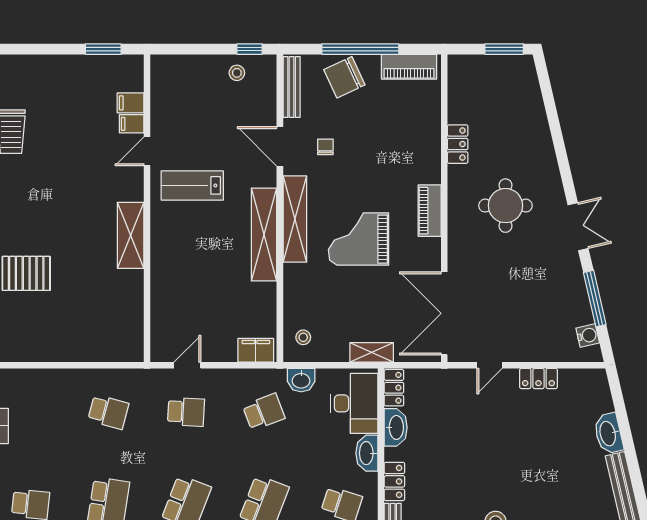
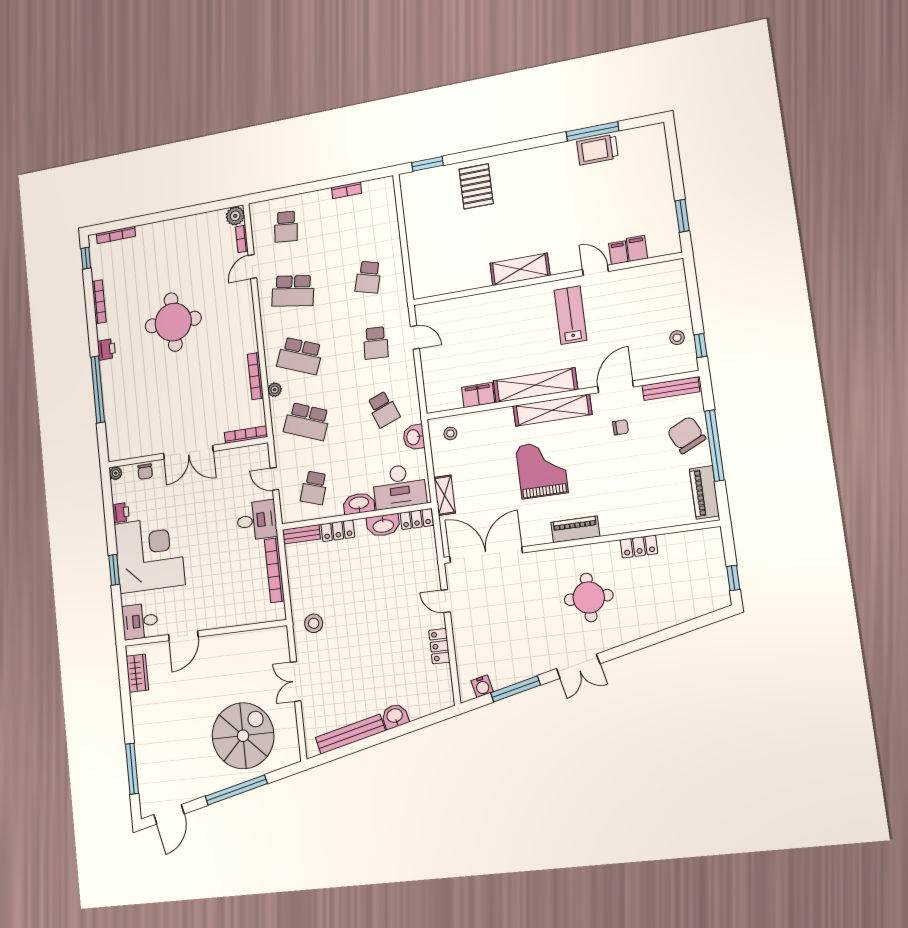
window: (504, 49) -> (733, 578), width x0.67
filing cabinet: (256, 350) -> (478, 395), moved, turned -90
washbasin: (608, 433) -> (395, 716), width x0.72

